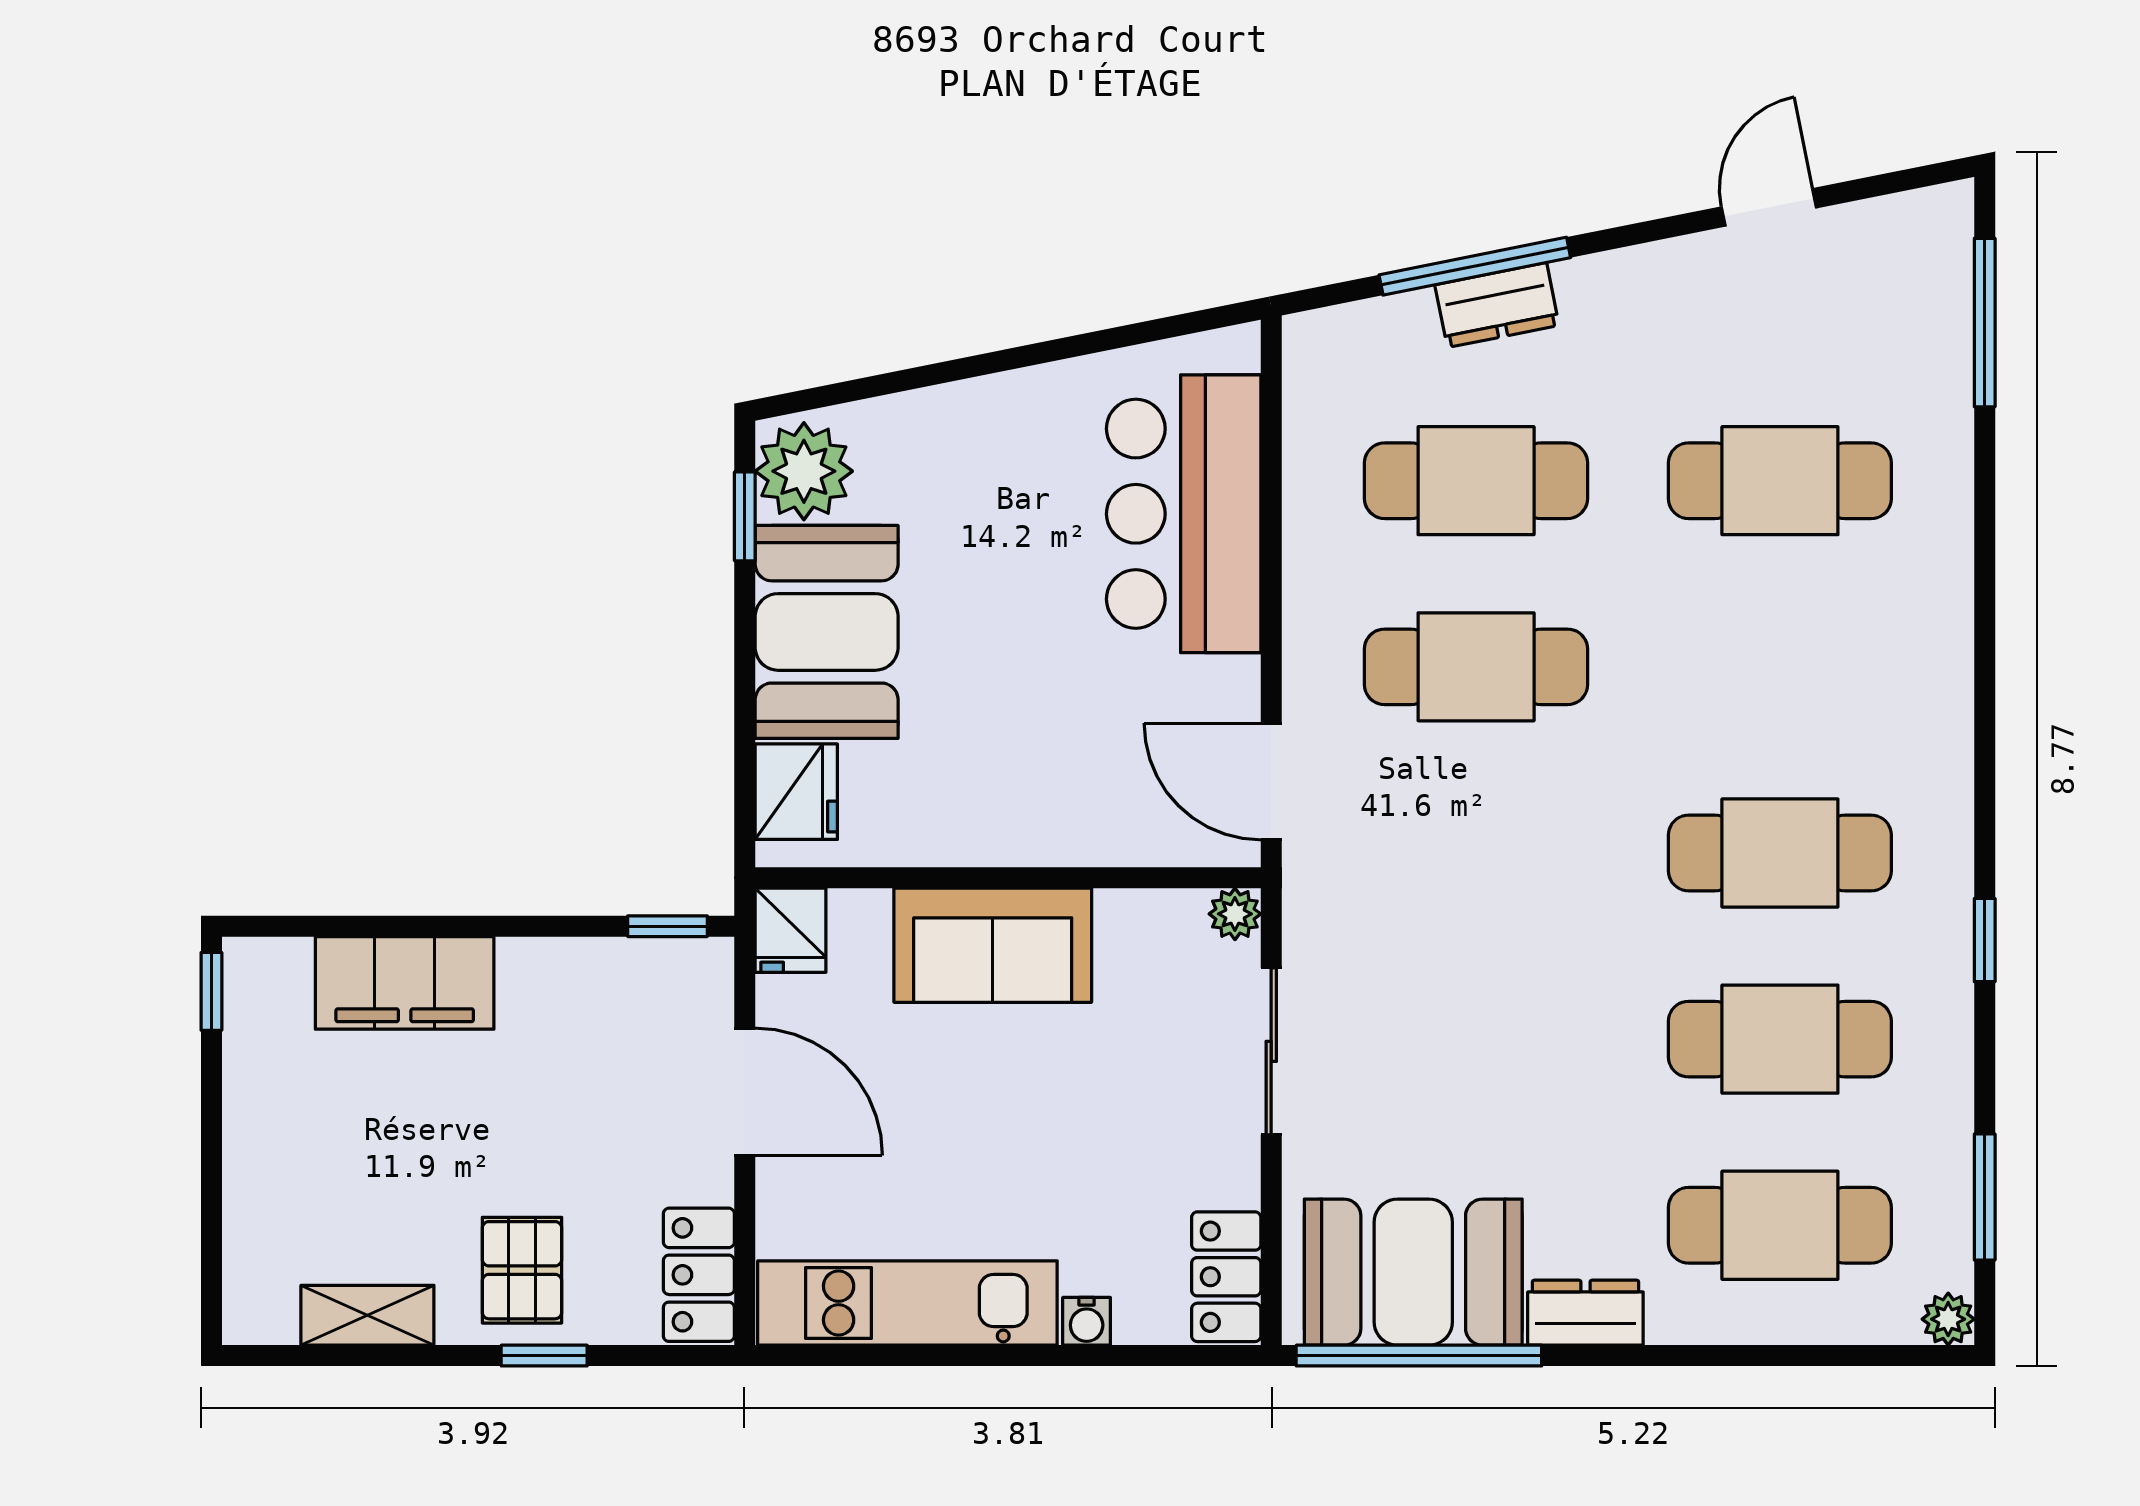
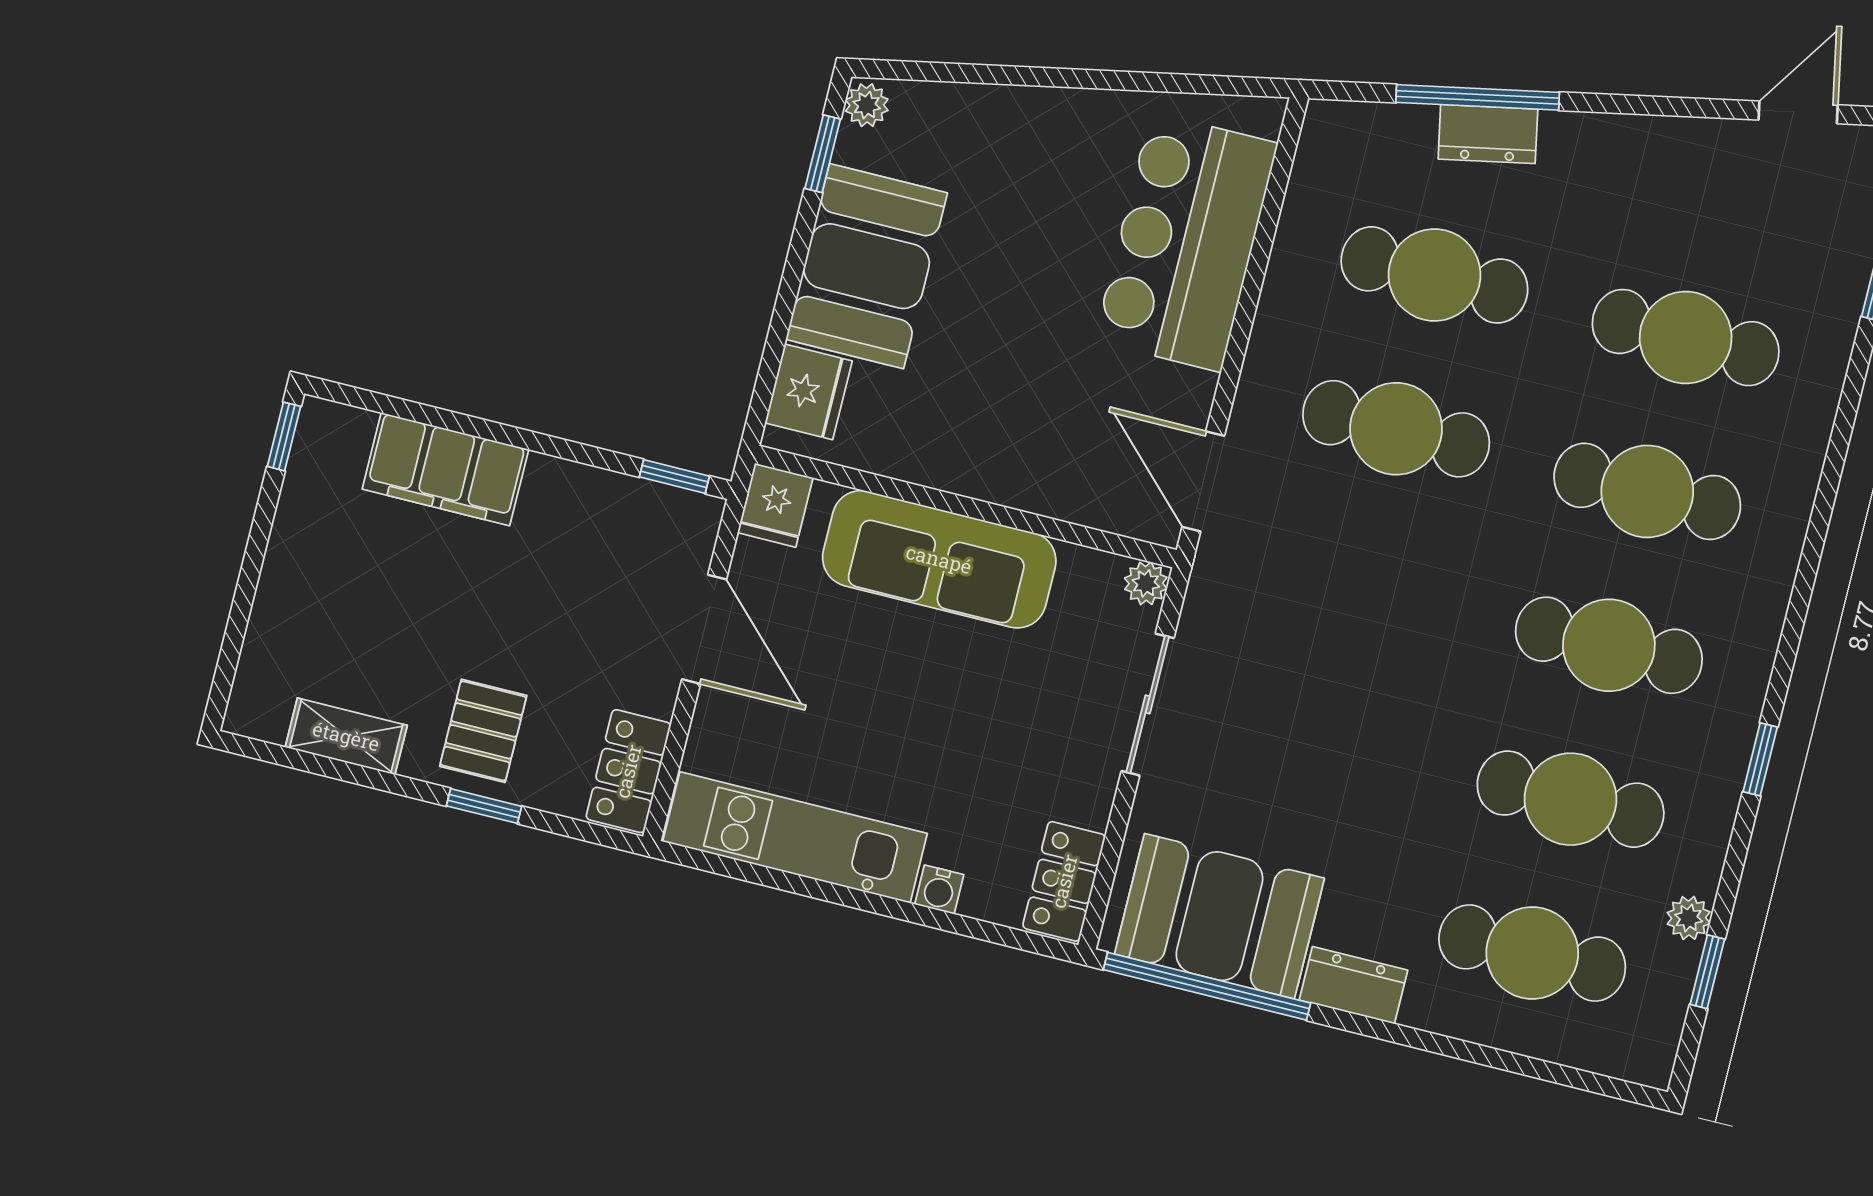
door: (1769, 207) -> (1798, 112), moved
plant: (804, 471) -> (867, 105), width x0.53, depth x0.53
cafe table: (1780, 667) -> (1647, 491), added
sofa: (993, 945) -> (939, 559), width x1.36
window: (1985, 1197) -> (1707, 972), width x0.67
plant: (1948, 1319) -> (1689, 918), moved

